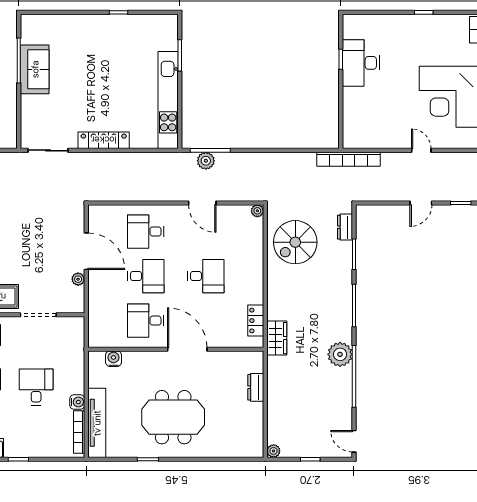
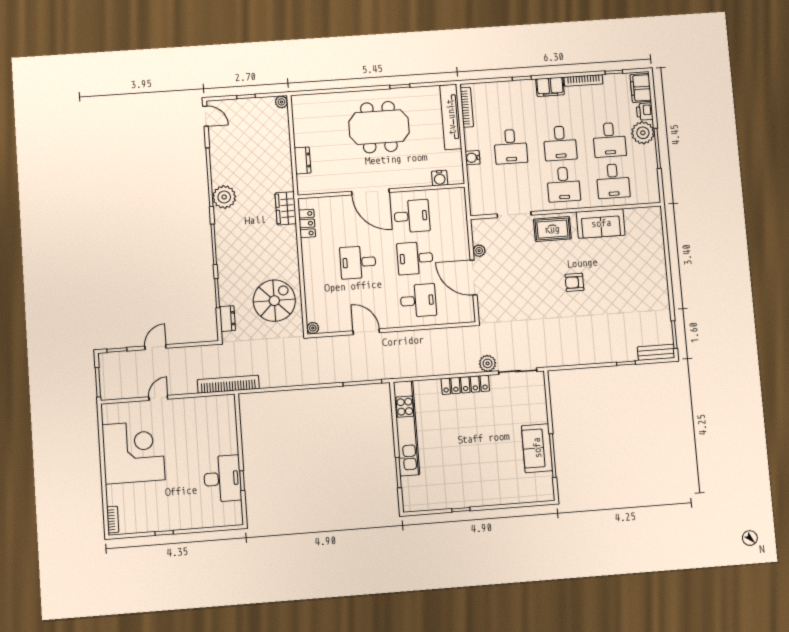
door: (421, 150) -> (158, 398), swing flipped
plant: (206, 161) -> (488, 363), moved
water cooler: (77, 402) -> (473, 158), moved

